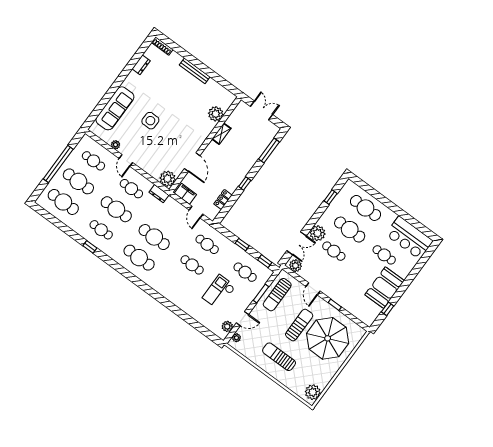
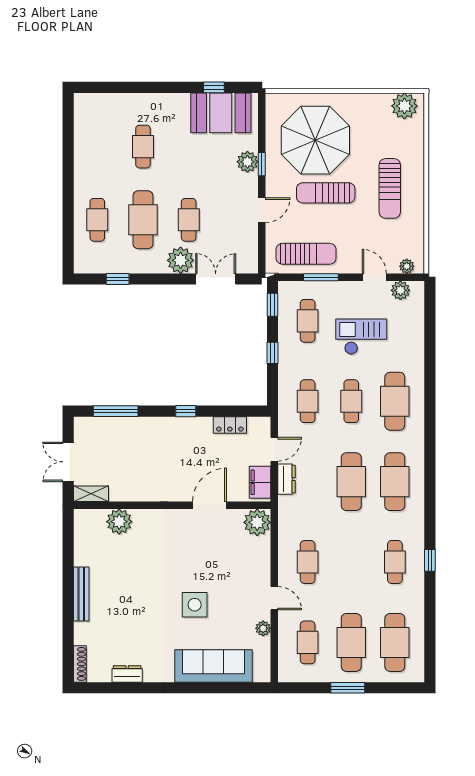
shelving: (221, 134) -> (91, 494), moved
door: (126, 160) -> (274, 598), hinge flipped
window: (58, 164) -> (348, 688), width x0.47
dresser: (159, 194) -> (287, 479), moved
cafe table: (365, 208) -> (97, 220), width x0.73, depth x0.74
cafe table: (116, 209) -> (395, 401), moved
bar counter: (409, 238) -> (94, 129), removed
plant: (295, 266) -> (247, 162), moved
booth: (385, 288) -> (221, 113), moved
checkout: (219, 292) -> (361, 337), turned 180

